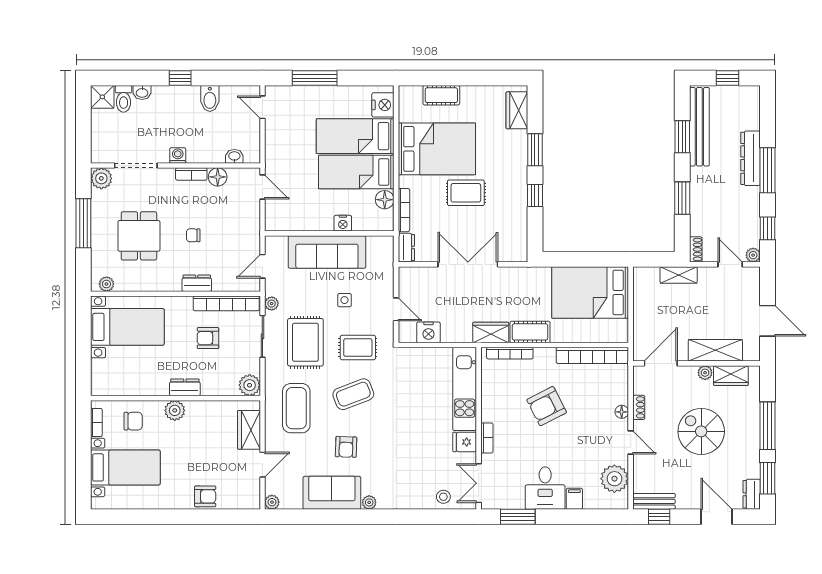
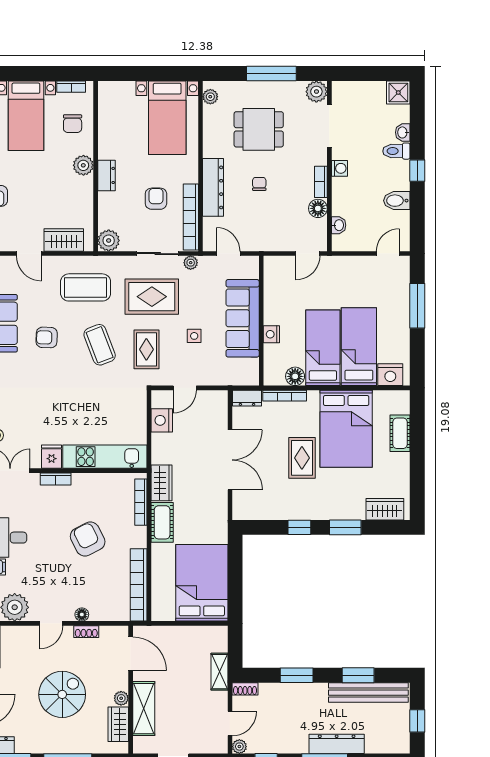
toilet: (124, 99) -> (396, 151), moved
dresser: (197, 283) -> (213, 187), width x1.96, depth x1.24

